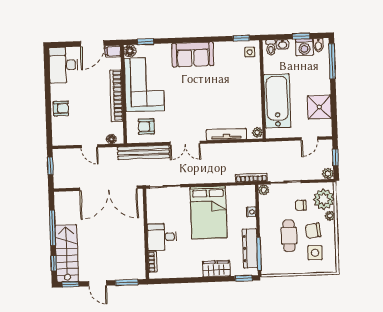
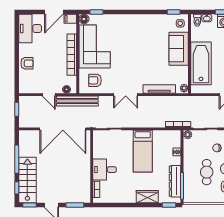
sofa: (193, 55) -> (179, 49), moved, turned 90
bench: (144, 152) -> (77, 101), moved
bed: (209, 212) -> (143, 151), width x0.67

